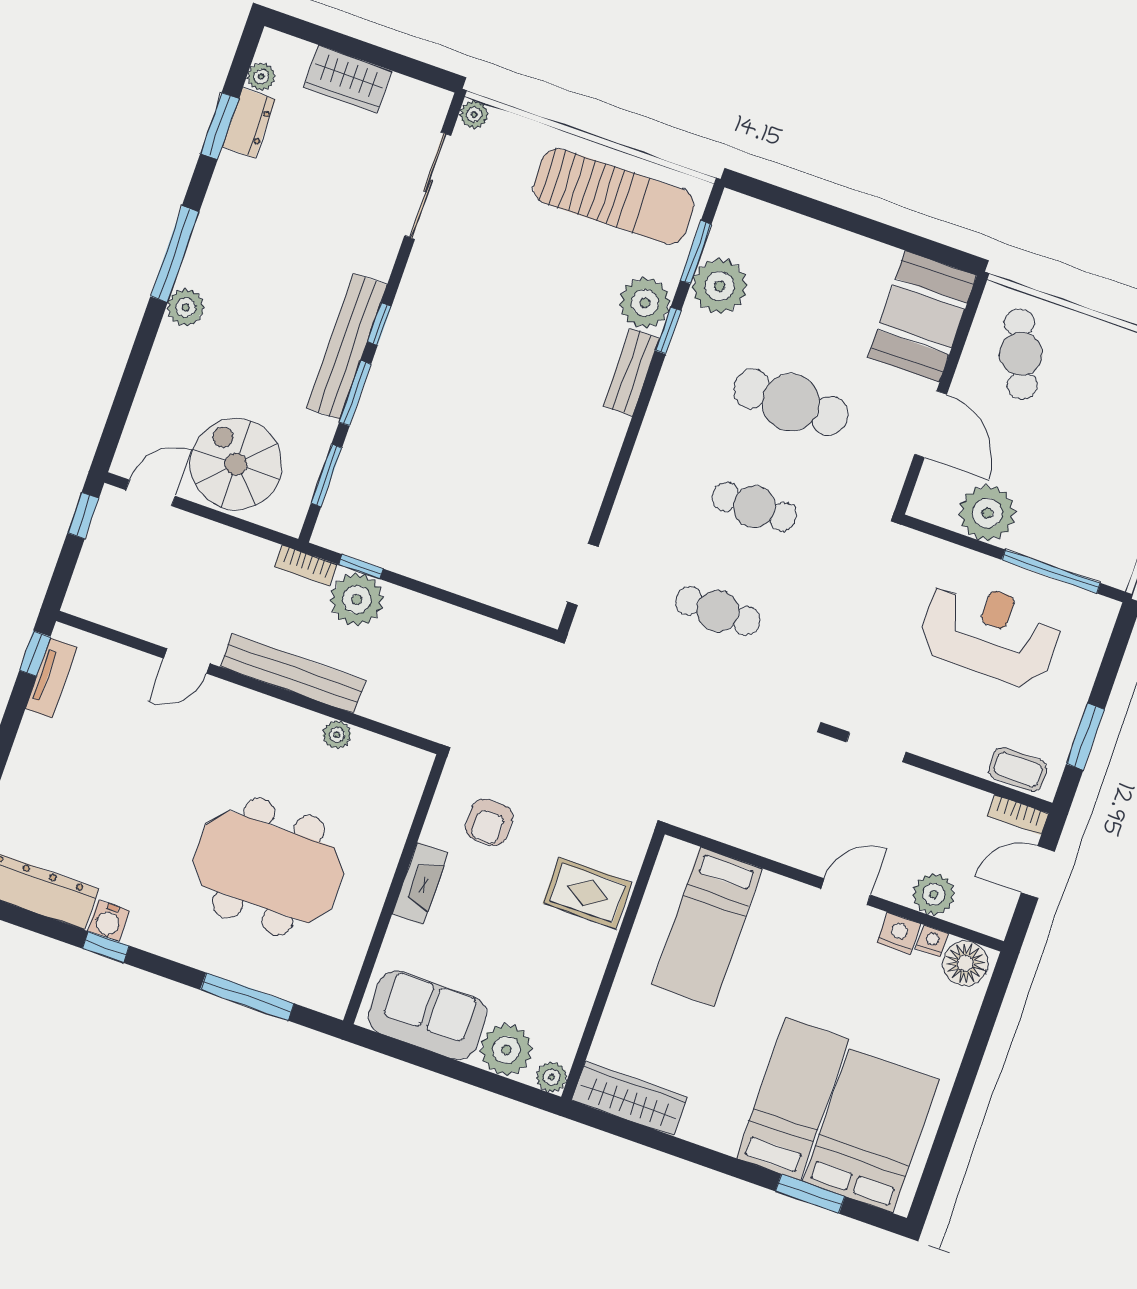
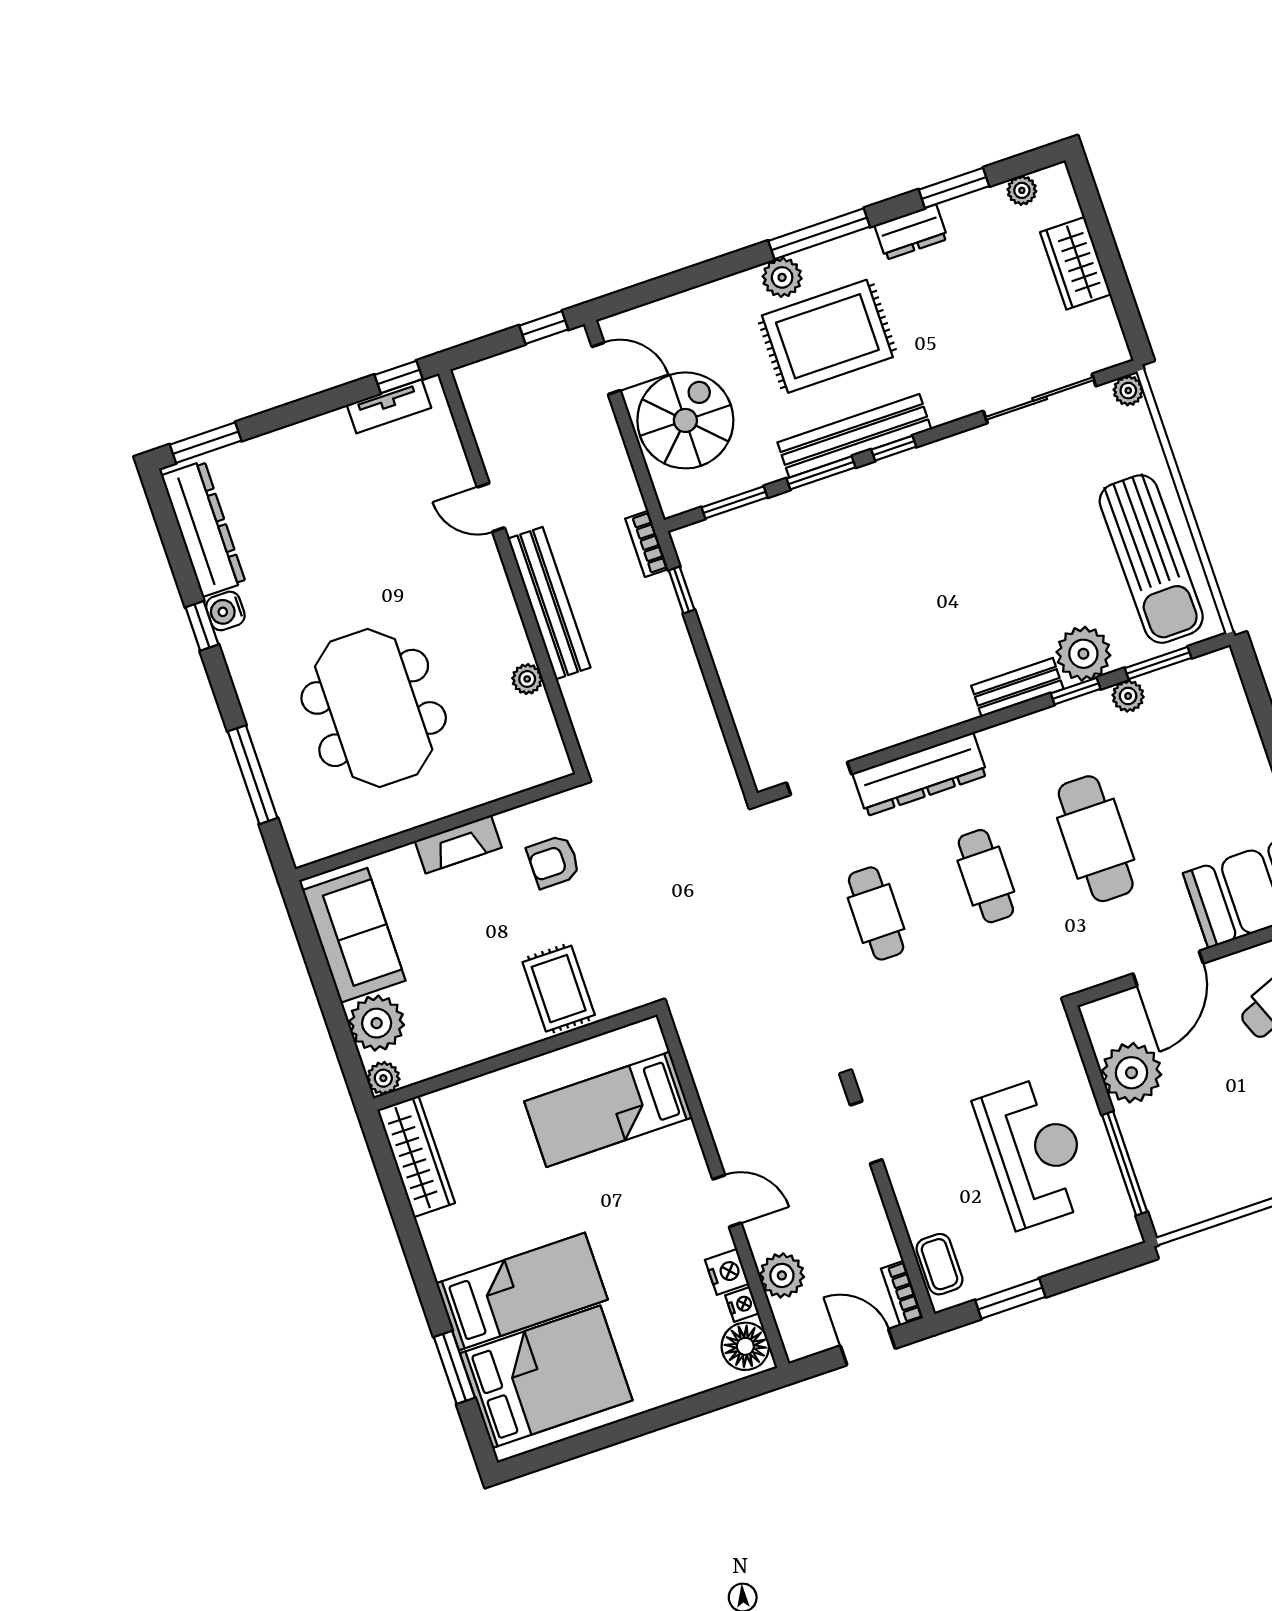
dresser: (249, 123) -> (911, 232), moved
plant: (720, 286) -> (1128, 696), width x0.53, depth x0.53
rug: (256, 308) -> (827, 336), added
dresser: (639, 496) -> (920, 774), added
plant: (357, 600) -> (652, 608), removed

